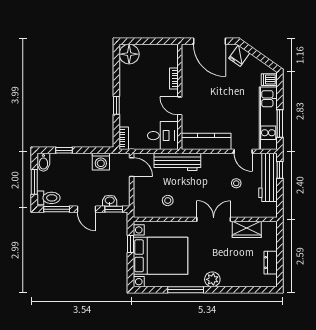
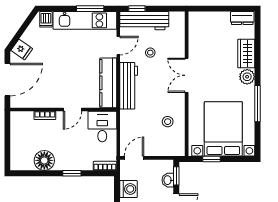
floor lamp: (129, 54) -> (44, 160), moved
workbench: (177, 162) -> (129, 86), moved
wardrobe: (247, 229) -> (246, 53), moved, turned 180
dresser: (271, 263) -> (242, 18), moved

